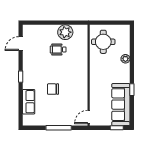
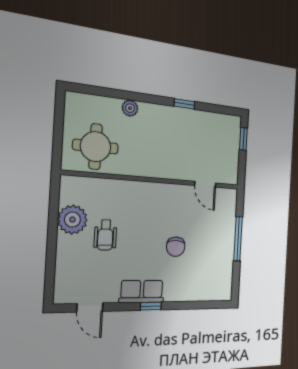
row of seats: (29, 102) -> (142, 291), moved
sofa: (121, 105) -> (208, 127), removed
door: (89, 117) -> (205, 184), moved

